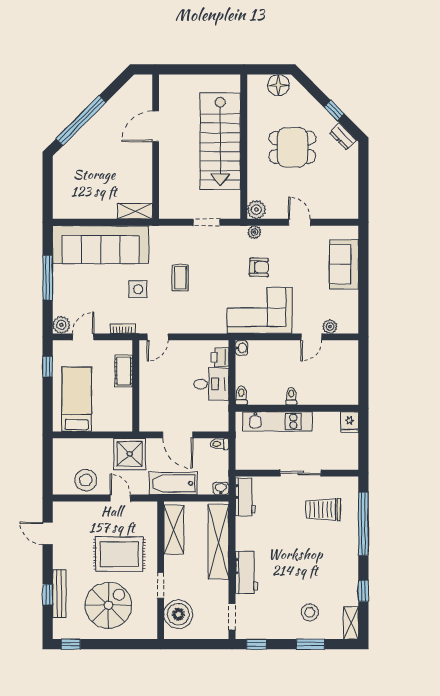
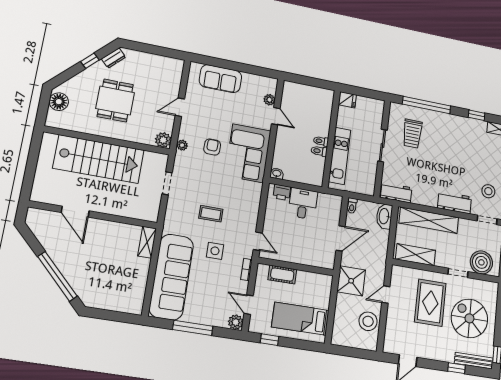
toilet: (241, 395) -> (319, 151), moved
bathtub: (173, 483) -> (379, 249), removed
washbasin: (221, 488) -> (384, 216), width x1.91, depth x1.45
bench: (59, 594) -> (474, 361), moved
stool: (310, 612) -> (488, 191), moved

